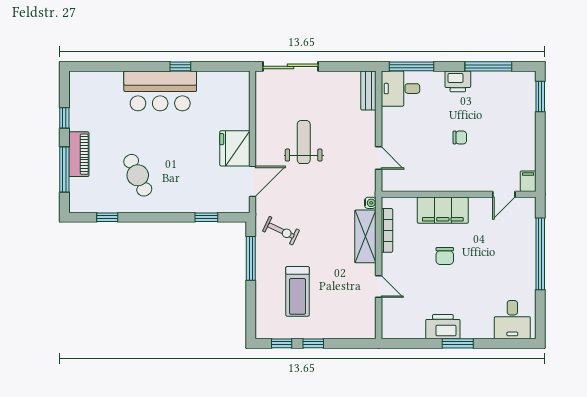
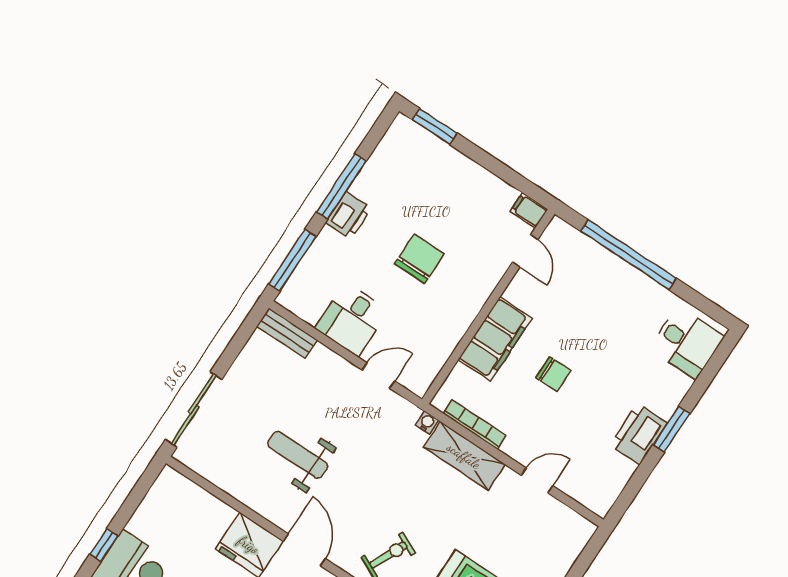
window: (488, 66) -> (341, 187), moved
desk: (400, 89) -> (352, 319), moved
chair: (460, 137) -> (419, 259), width x1.87, depth x1.87

